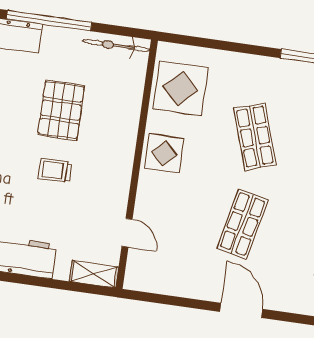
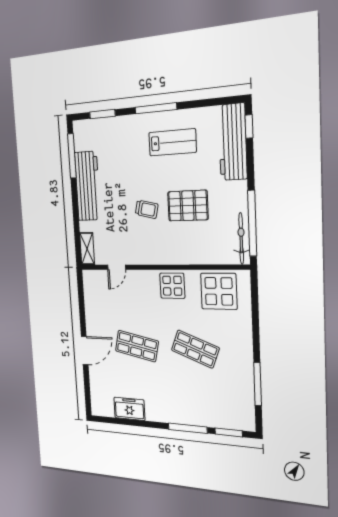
window: (49, 21) -> (252, 223), moved
shop shelf: (255, 136) -> (195, 349), turned 39
trolley: (55, 170) -> (147, 209), turned 103

